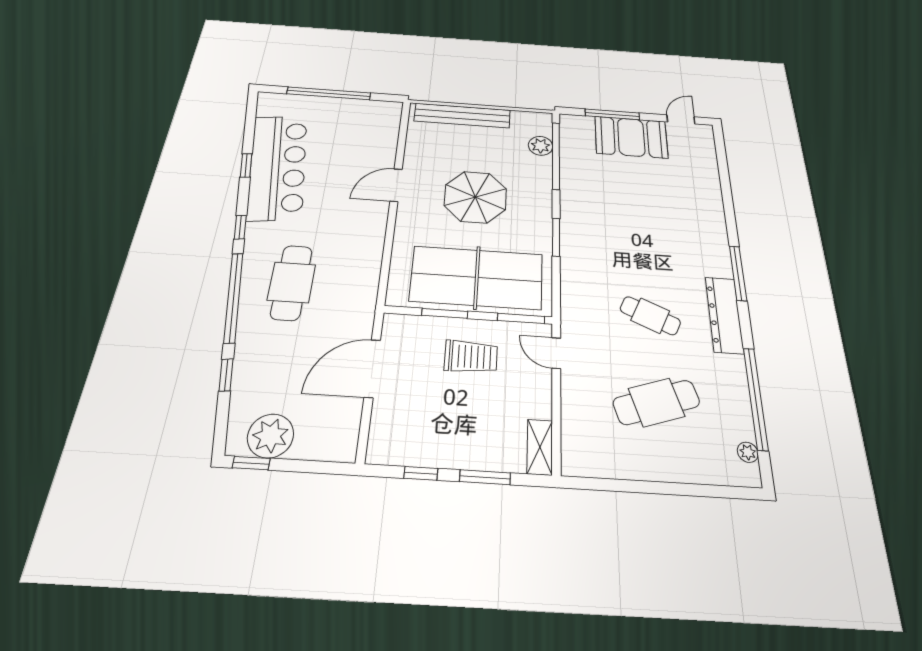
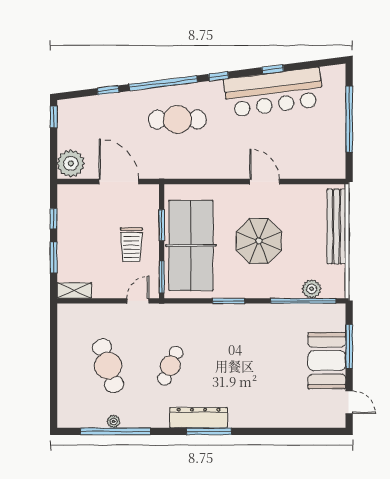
dresser: (724, 315) -> (199, 418), moved
plant: (271, 436) -> (71, 163), moved
plant: (748, 452) -> (113, 421), moved

